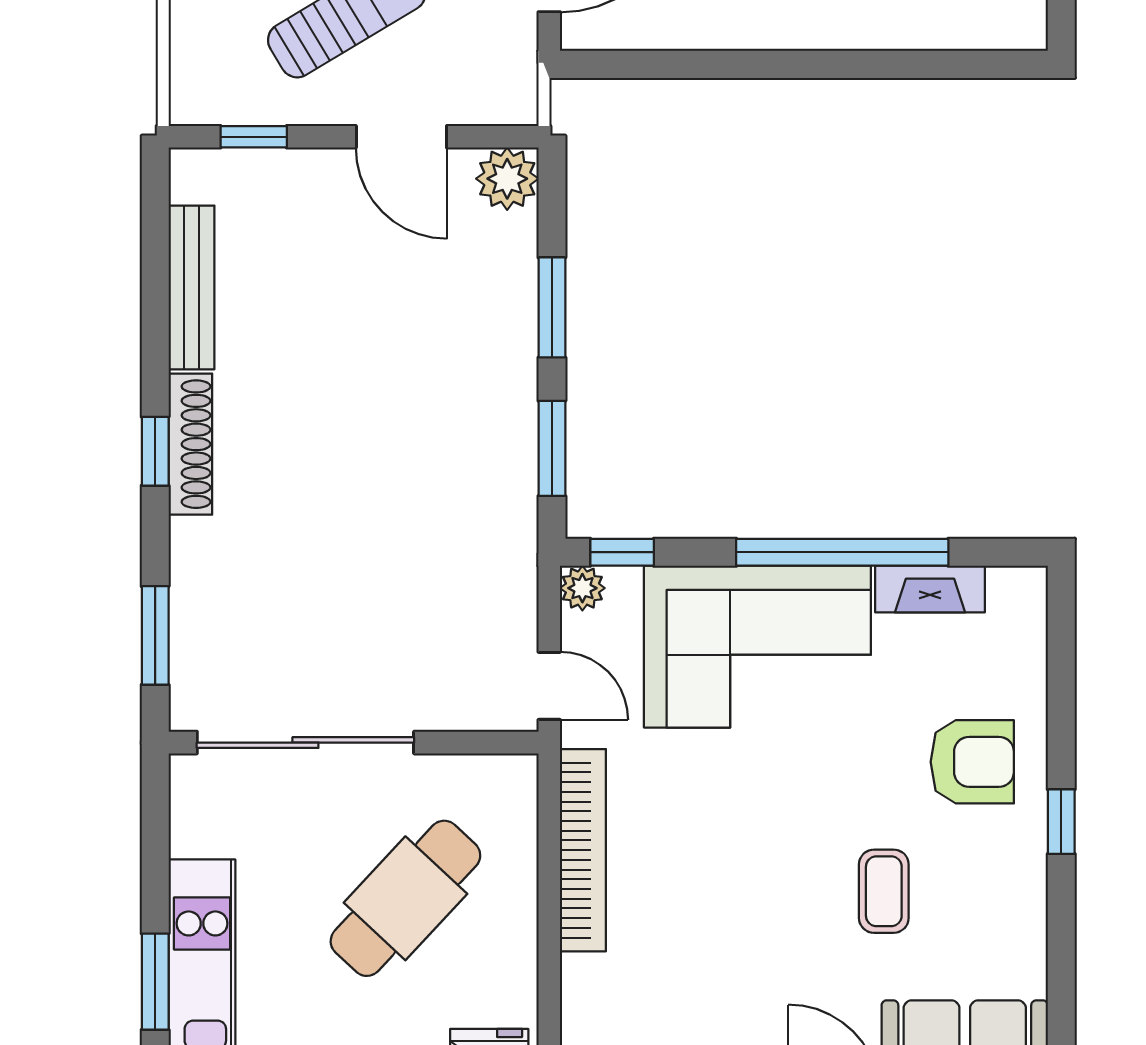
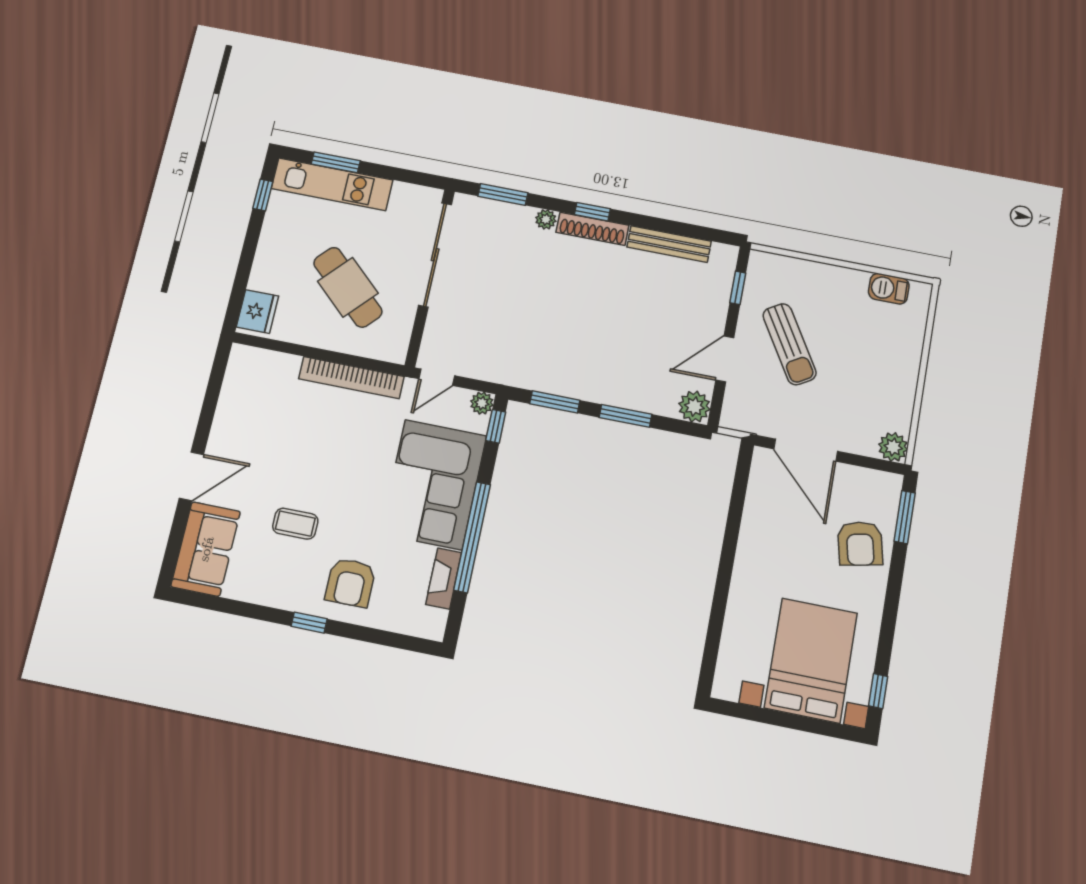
plant: (189, 540) -> (546, 219), added

